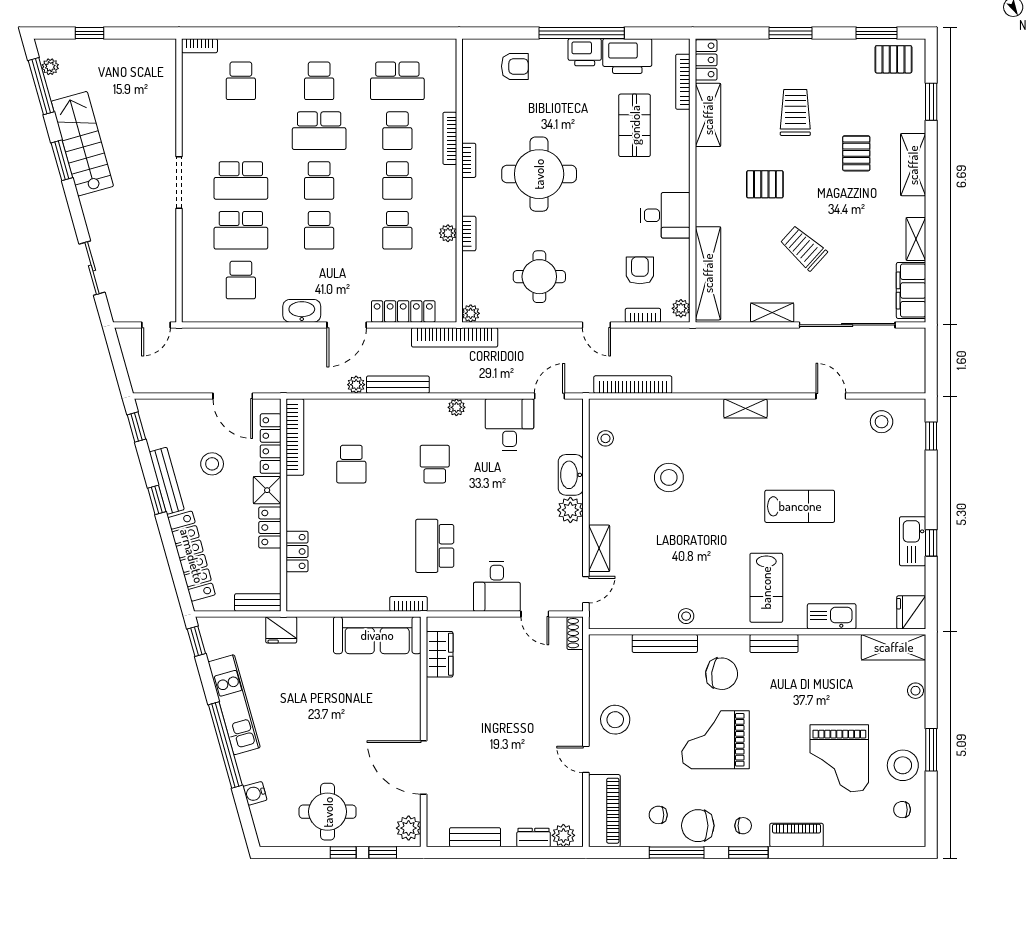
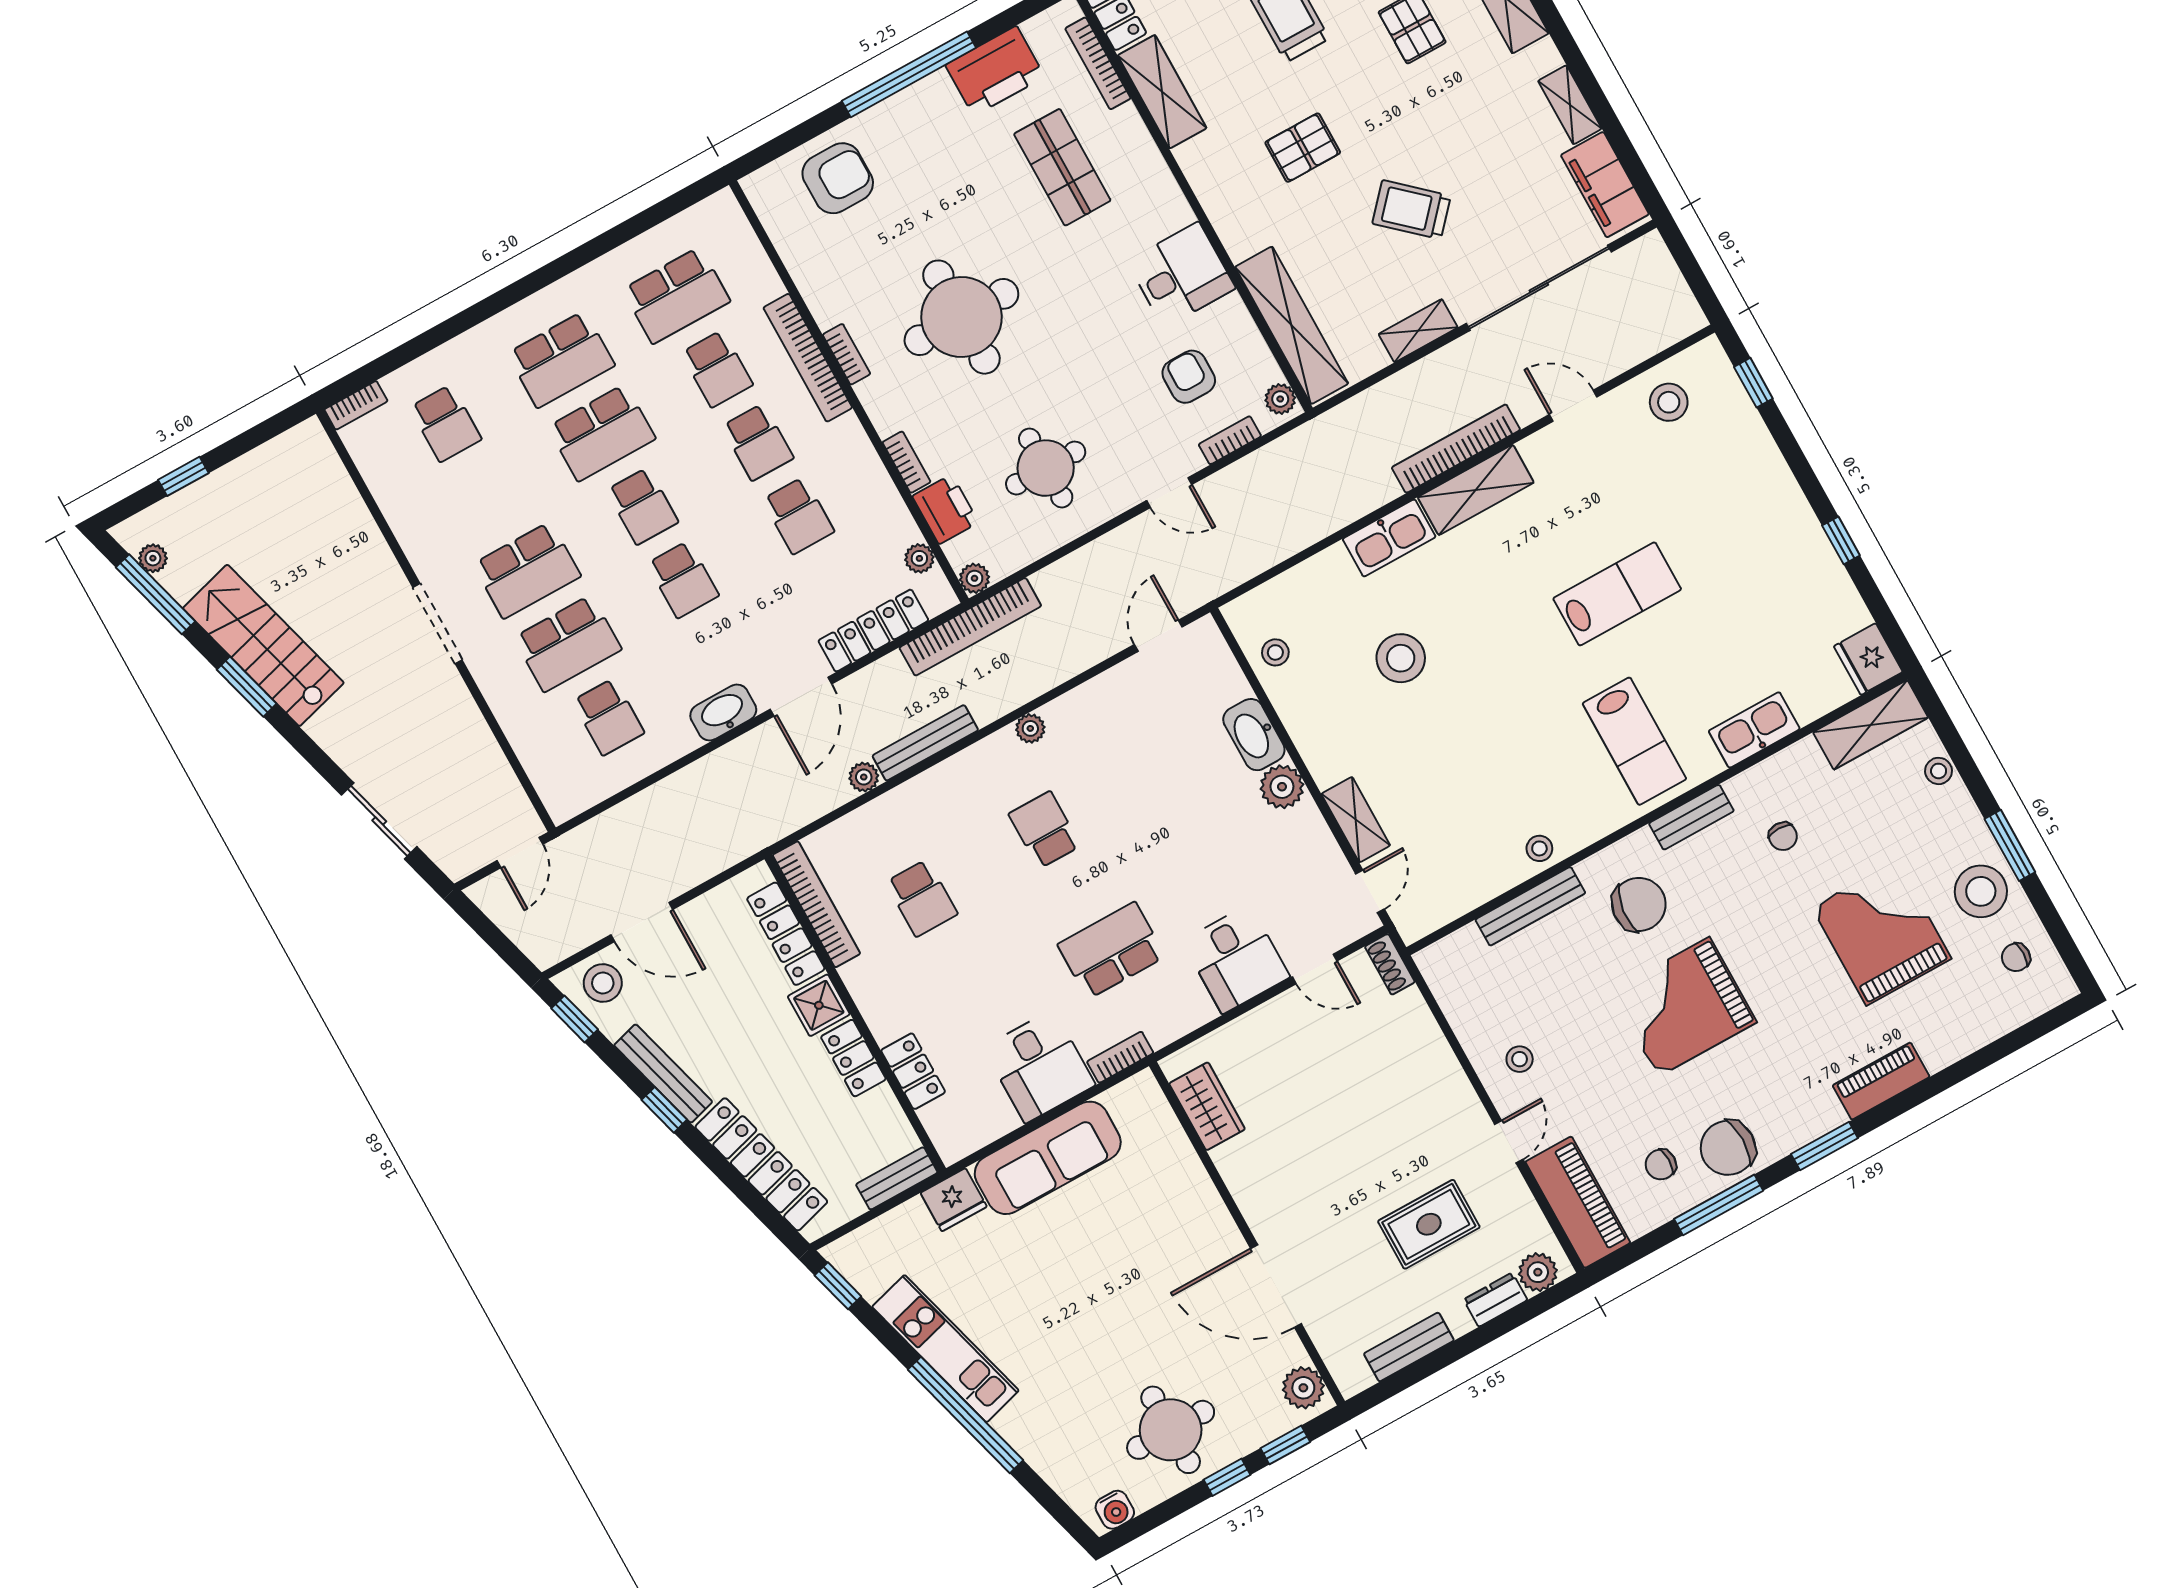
printer: (585, 52) -> (945, 509), moved, turned -90
armchair: (515, 66) -> (838, 178), width x1.38, depth x1.38
school desk: (319, 81) -> (561, 359), width x1.85
bookcase: (450, 138) -> (808, 358), width x1.48, depth x1.31
plant: (448, 233) -> (919, 558), moved
bookcase: (633, 385) -> (1456, 449), moved
door: (233, 396) -> (642, 922), moved
shelving: (745, 408) -> (1476, 490), width x1.50, depth x1.33
desk: (510, 425) -> (1039, 1066), moved, turned 180
stool: (212, 464) -> (603, 983), moved
kitchen sink: (913, 541) -> (1389, 538), moved, turned -90
school desk: (435, 546) -> (1111, 950), turned 90
sofa: (377, 635) -> (1048, 1158), moved
stool: (615, 720) -> (1520, 1059), width x0.53, depth x0.53
grand piano: (839, 758) -> (1881, 933), turned 180
door: (586, 759) -> (1509, 1142), swing flipped
rug: (521, 779) -> (1429, 1224), added
water cooler: (255, 793) -> (1115, 1510), moved, turned -74
chair: (743, 826) -> (1783, 836), moved, turned 90

